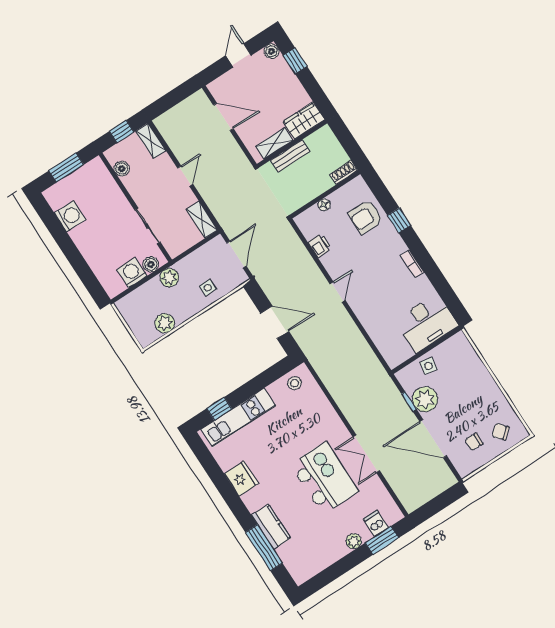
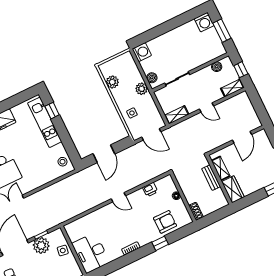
washing machine: (70, 216) -> (204, 22), moved
armchair: (366, 217) -> (165, 222), turned 90
washing machine: (132, 273) -> (142, 52), moved

